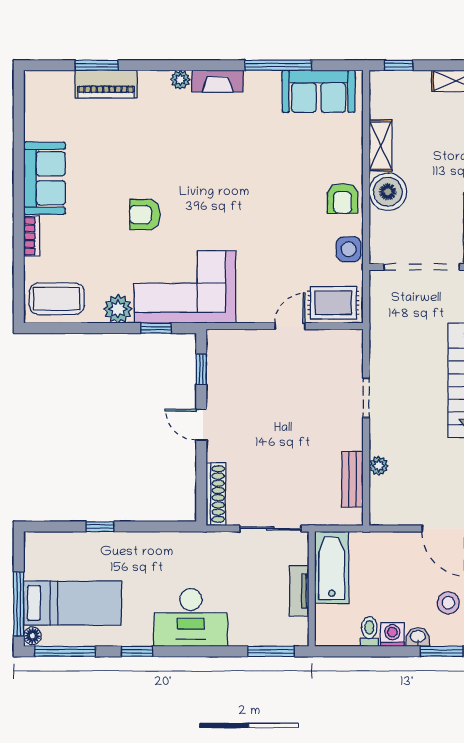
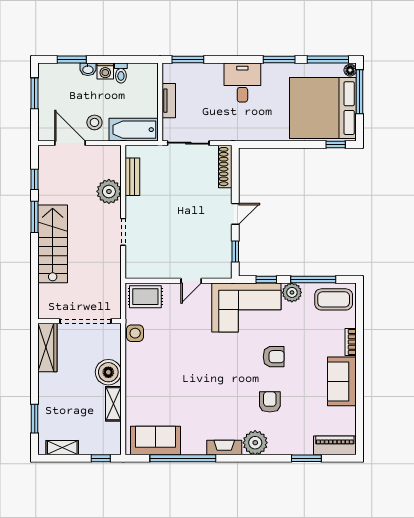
window: (278, 65) -> (183, 458), width x1.46
plant: (180, 80) -> (255, 443), width x1.88, depth x1.88
piano: (106, 84) -> (335, 445), moved
armchair: (343, 198) -> (270, 402), moved
door: (290, 326) -> (191, 281), moved
window: (87, 328) -> (313, 279), added
door: (201, 425) -> (235, 214), hinge flipped
plant: (379, 466) -> (109, 191), width x1.88, depth x1.88
window: (100, 527) -> (336, 144), moved
bathtub: (332, 567) -> (134, 130), moved, turned 90
bed: (73, 603) -> (323, 108), width x2.04
stool: (448, 603) -> (94, 122), moved
desk: (191, 618) -> (242, 83), width x0.73
window: (137, 651) -> (279, 60), width x1.50

